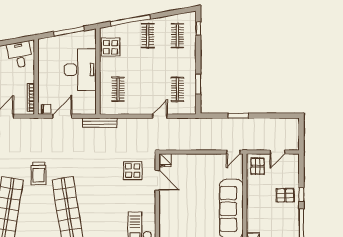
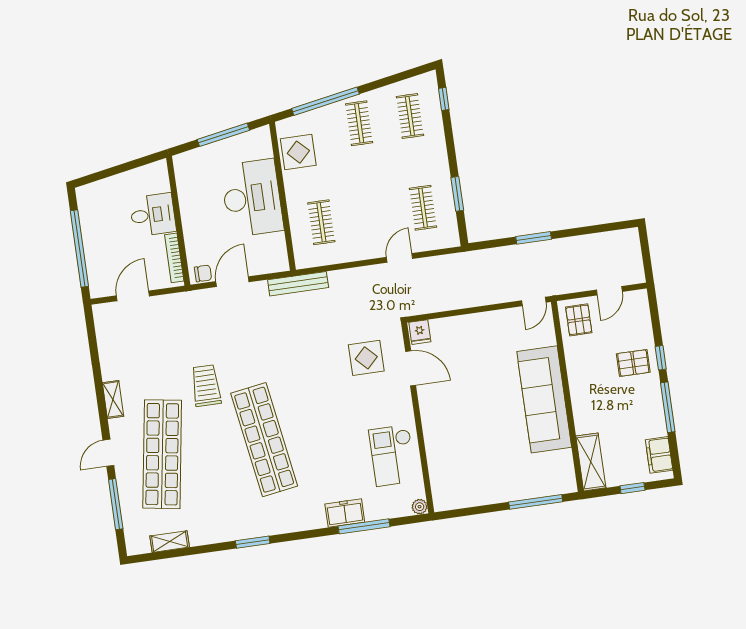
desk: (20, 55) -> (153, 215), moved, turned 100
trolley: (39, 173) -> (206, 386), turned 180

